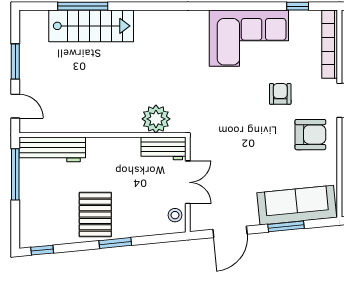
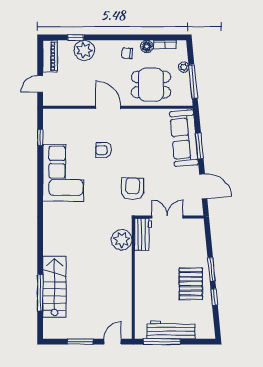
bookcase: (330, 44) -> (68, 114), removed
armchair: (310, 135) -> (133, 189), moved
workbench: (52, 149) -> (171, 330), moved, turned -90
pallet: (95, 215) -> (191, 284), turned 90
stool: (175, 215) -> (191, 226), removed
window: (42, 250) -> (214, 297), moved

